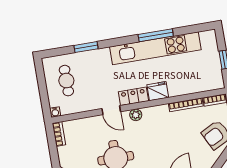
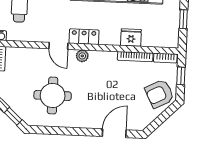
fridge: (158, 91) -> (131, 38), moved

